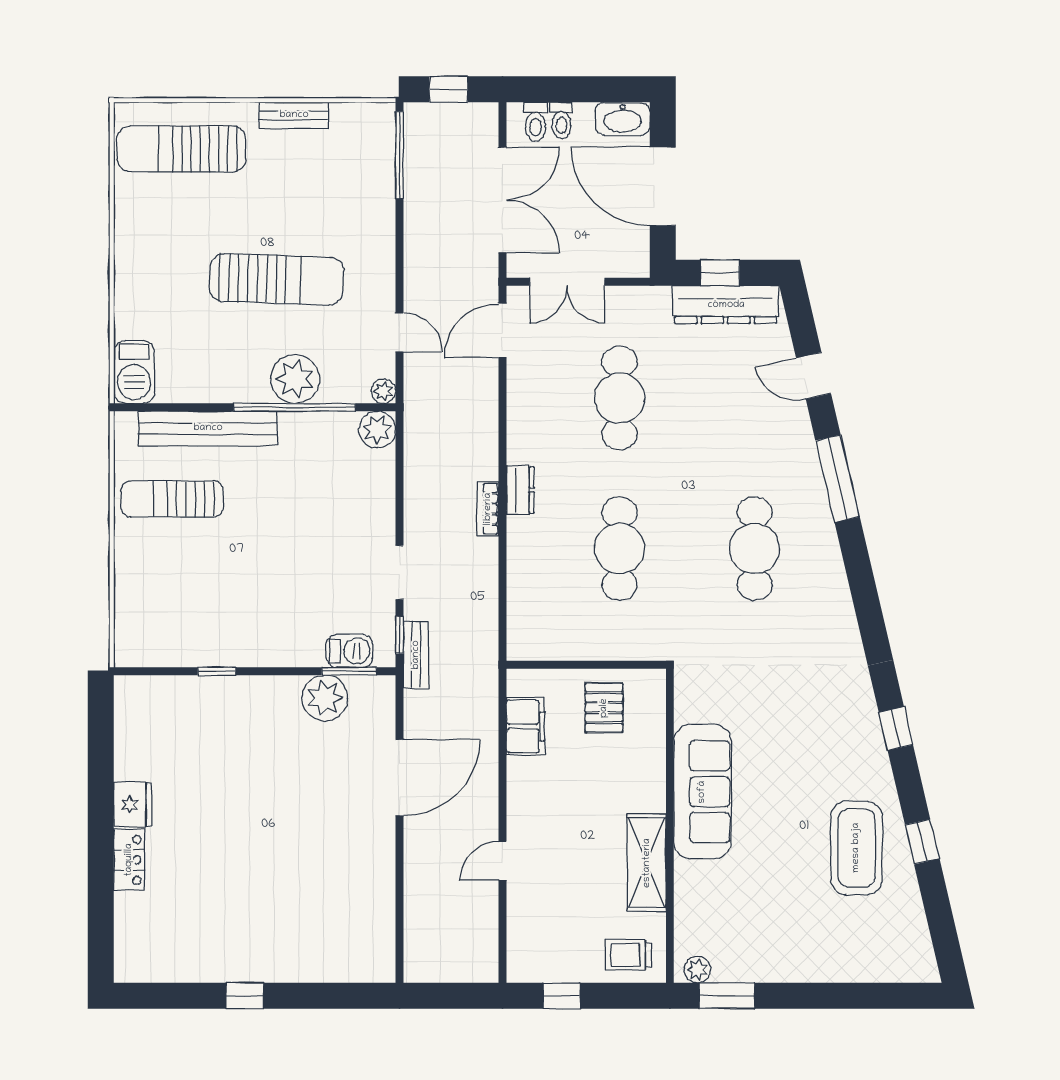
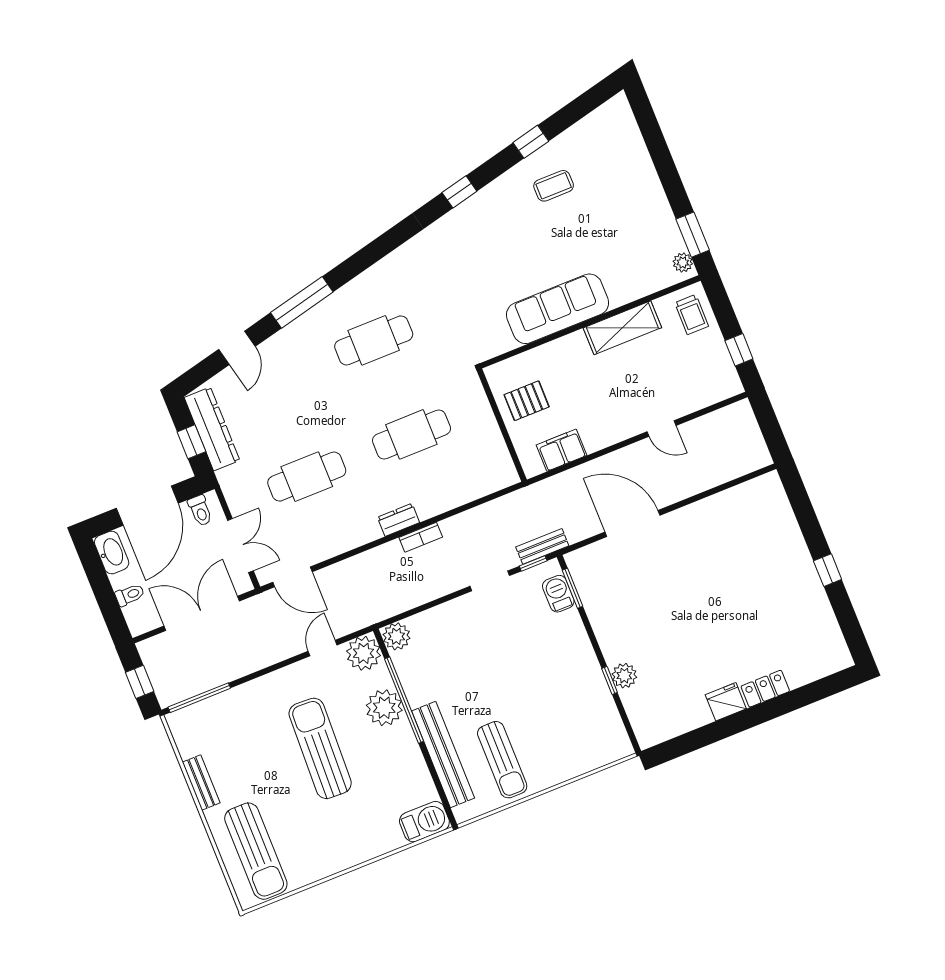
toilet: (535, 122) -> (200, 511), moved, turned 90
plant: (383, 391) -> (364, 653), width x1.88, depth x1.88
plant: (325, 698) -> (624, 676), moved, width x0.73, depth x0.73
coffee table: (856, 848) -> (554, 186), width x0.54, depth x0.58

